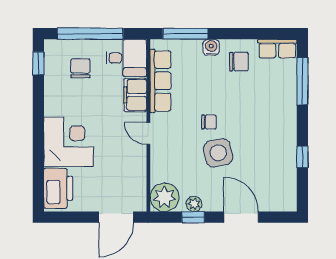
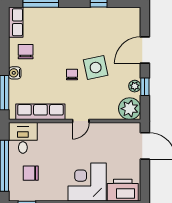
filing cabinet: (135, 95) -> (51, 131), removed

